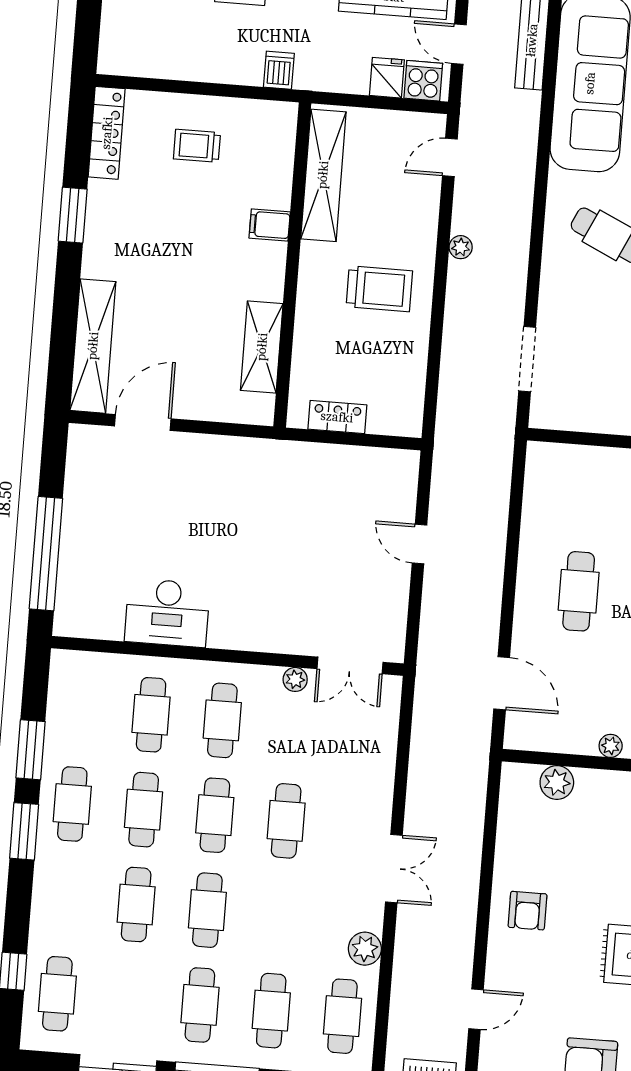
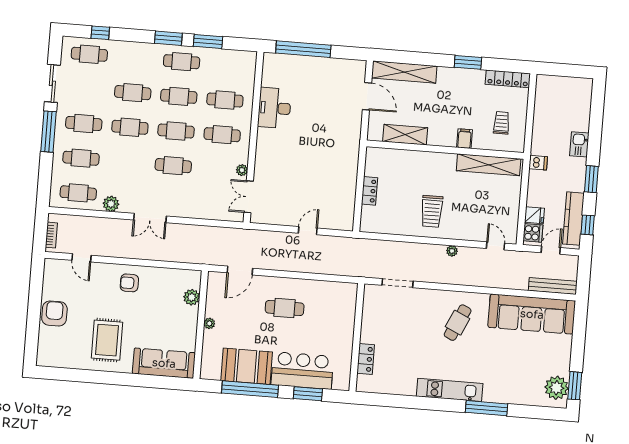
shelving: (323, 175) -> (489, 165), moved
filing cabinet: (270, 225) -> (464, 139), moved
wall: (292, 265) -> (445, 150), moved
shelving: (262, 347) -> (405, 135), moved

